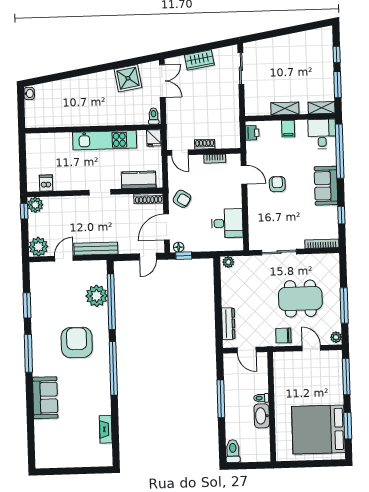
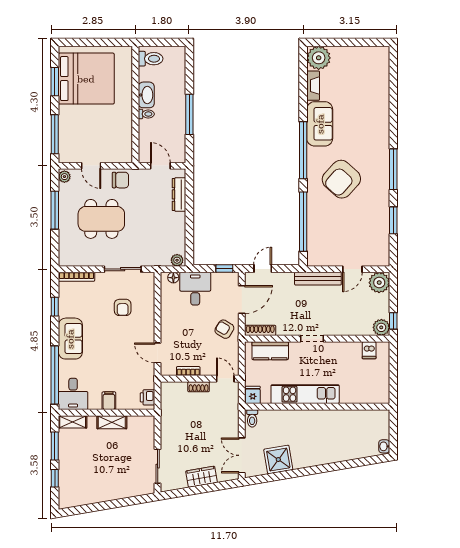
armchair: (277, 184) -> (123, 307), moved
desk: (227, 223) -> (195, 289), moved, turned 90
floor lamp: (179, 247) -> (173, 278), moved
plant: (97, 296) -> (319, 58), moved
armchair: (77, 342) -> (341, 179), turned 42
sofa: (45, 398) -> (320, 124), moved, turned 180
toilet: (233, 451) -> (151, 59), moved, turned -90

